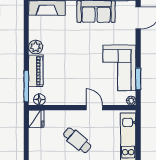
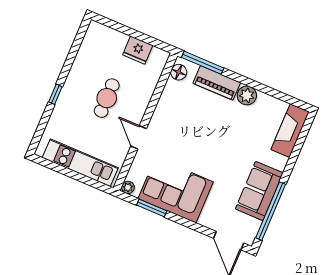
door: (95, 108) -> (139, 137), swing flipped
fridge: (36, 119) -> (138, 50), moved
cafe table: (77, 140) -> (107, 98), turned -40

